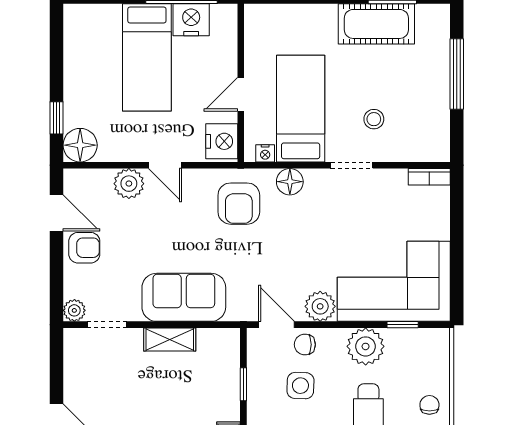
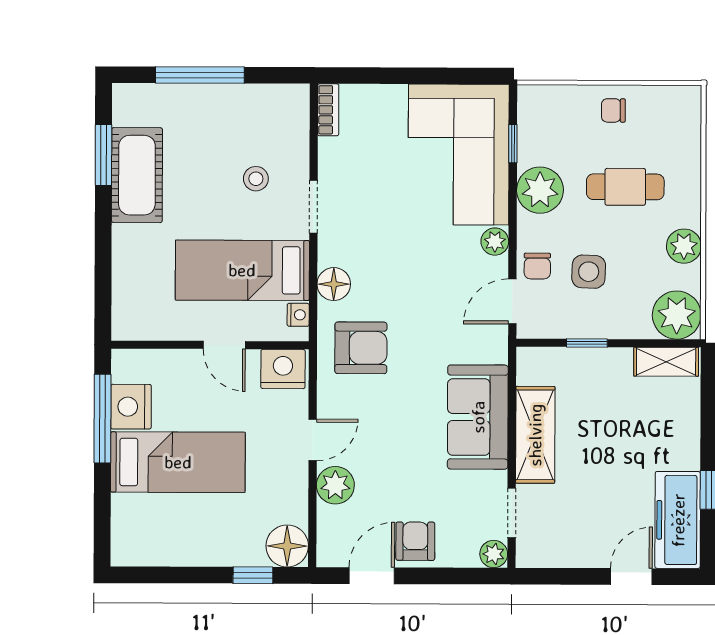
plant: (320, 306) -> (495, 242), width x0.73, depth x0.73
shelving: (170, 339) -> (535, 435), width x1.50, depth x1.33

